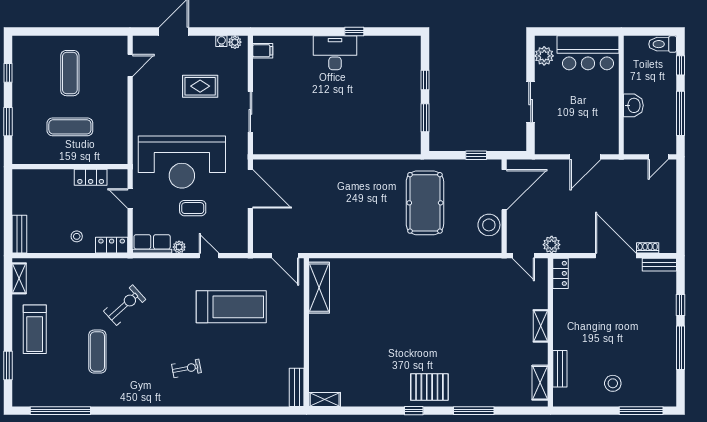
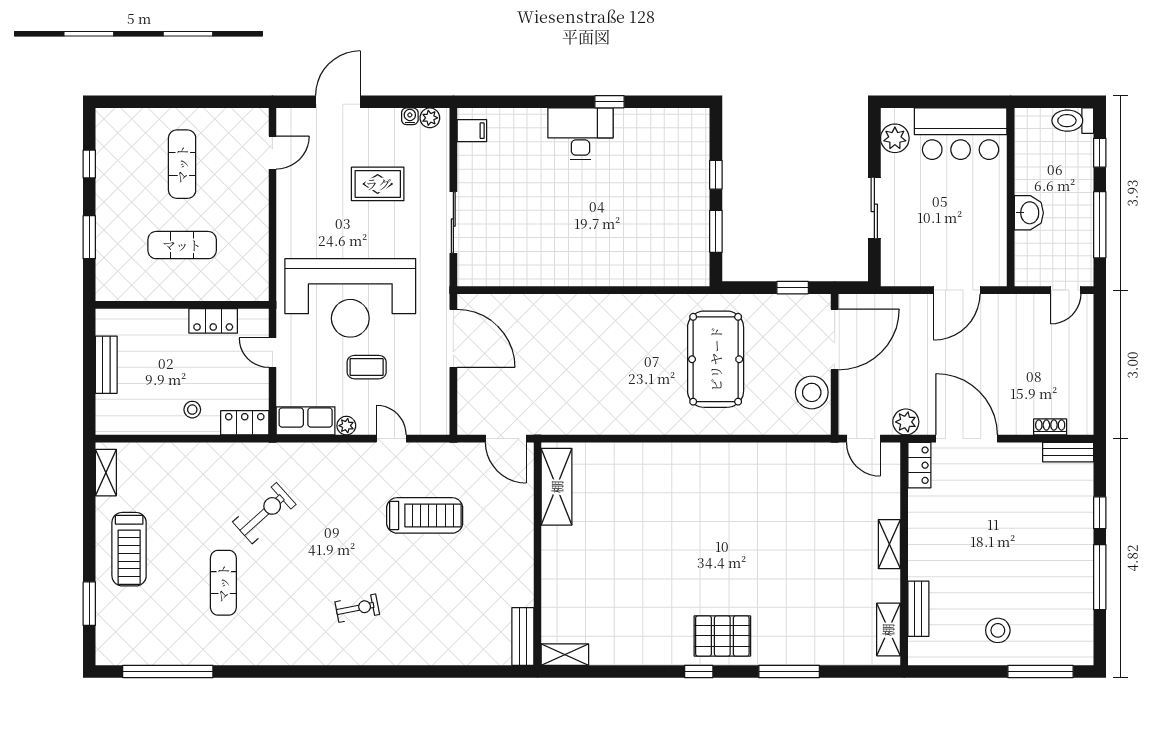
bench: (19, 234) -> (106, 365), moved
door: (616, 256) -> (967, 439), moved
treadmill: (231, 307) -> (425, 515), width x0.73, depth x0.73

